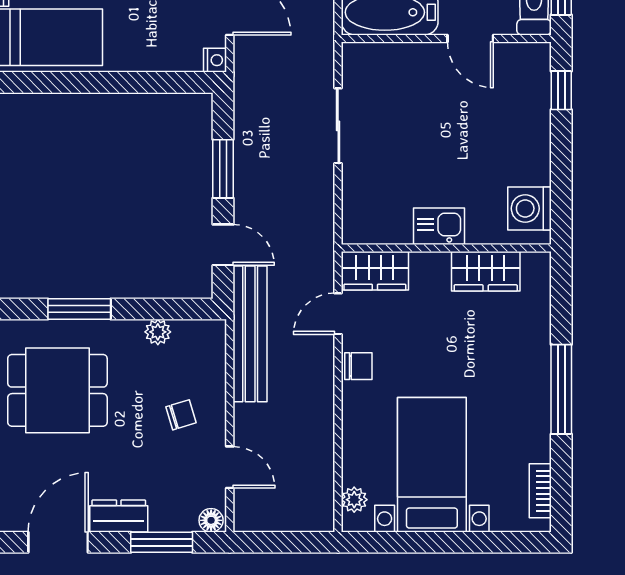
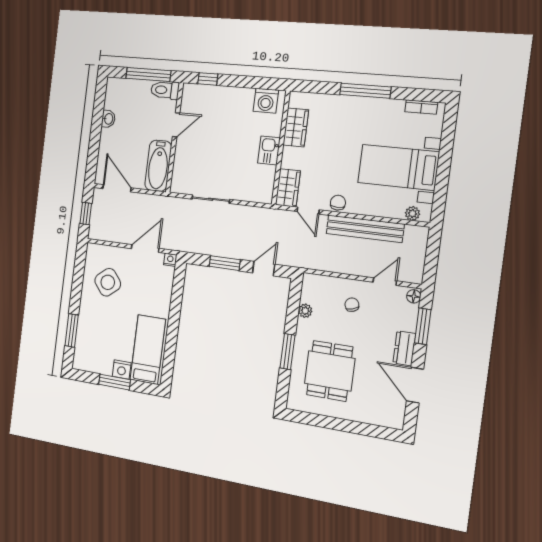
bench: (250, 334) -> (365, 229), moved

